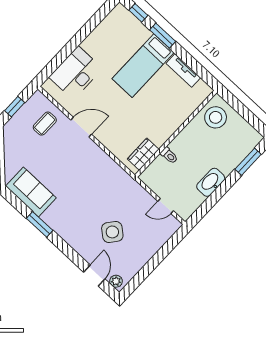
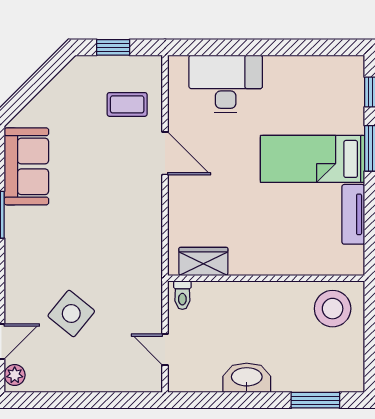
toilet: (169, 155) -> (182, 295), moved

